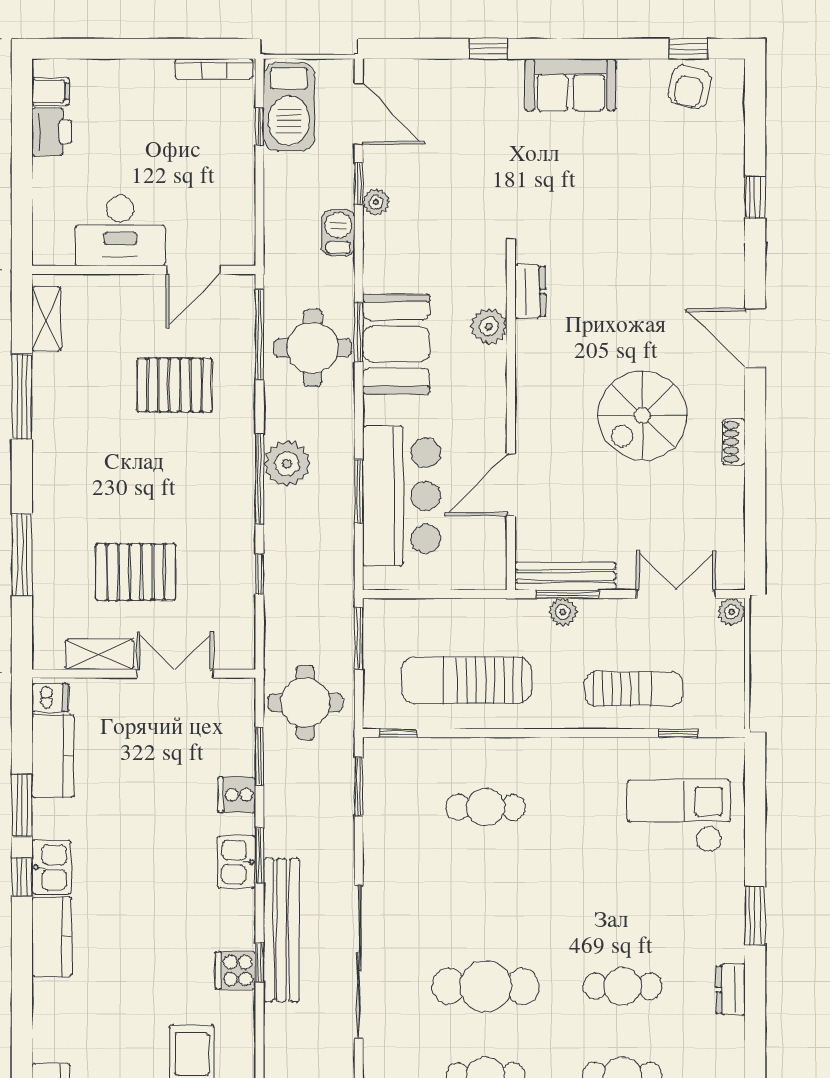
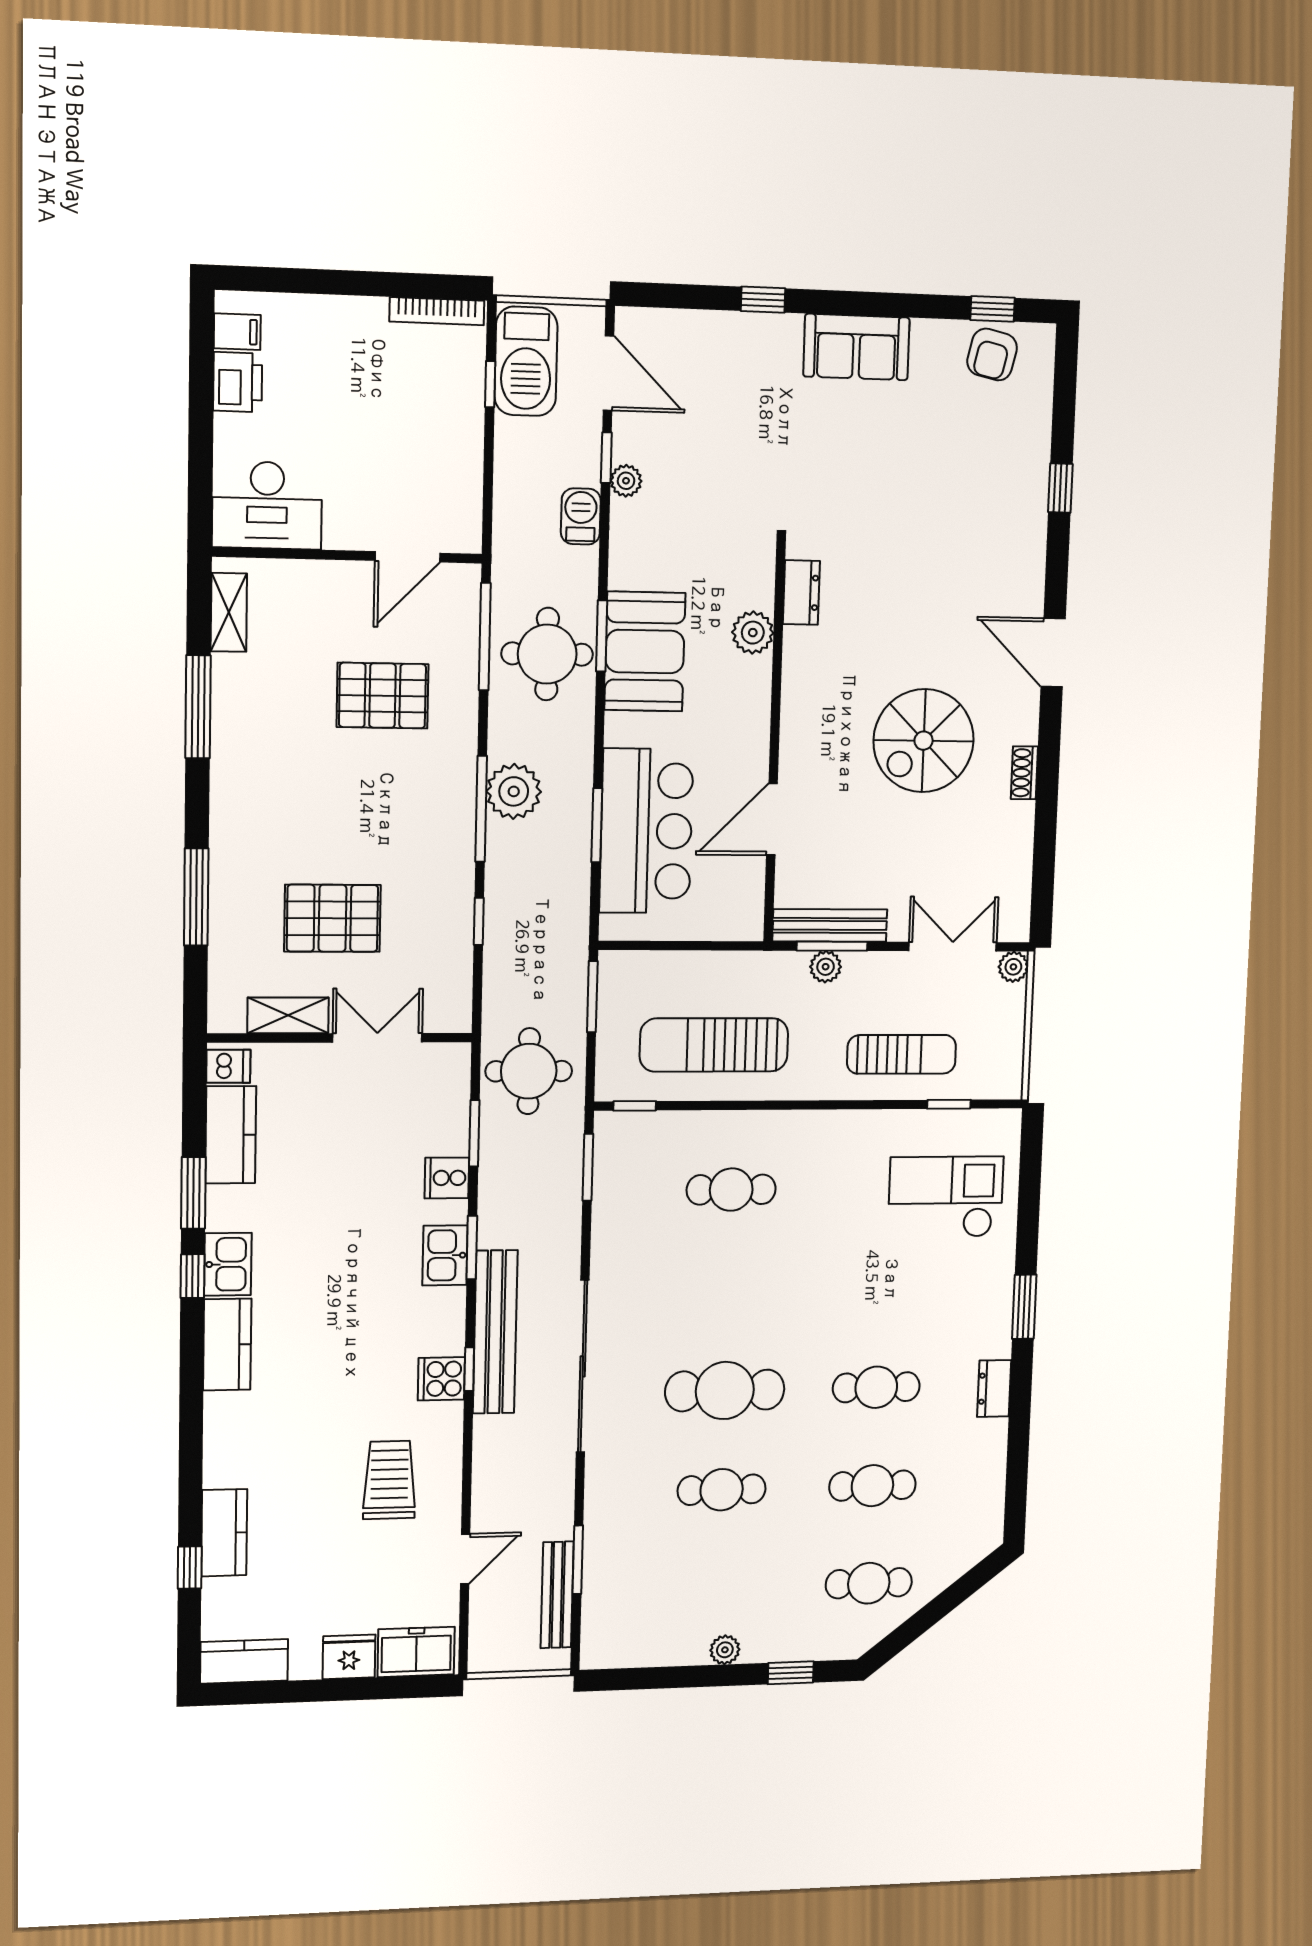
desk: (120, 231) -> (267, 505), moved

